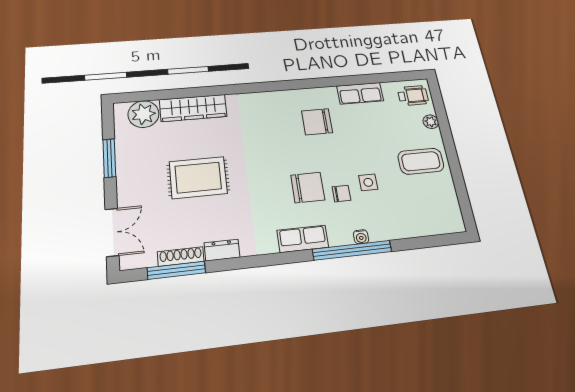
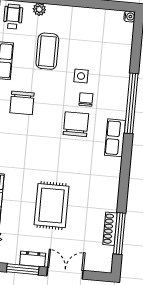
coffee table: (421, 161) -> (47, 51), moved
double door: (112, 232) -> (65, 273), moved
water cooler: (361, 237) -> (130, 16), moved
dresser: (222, 250) -> (33, 259), moved, turned 90

